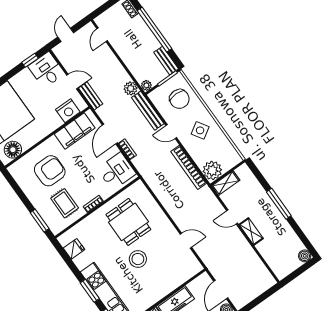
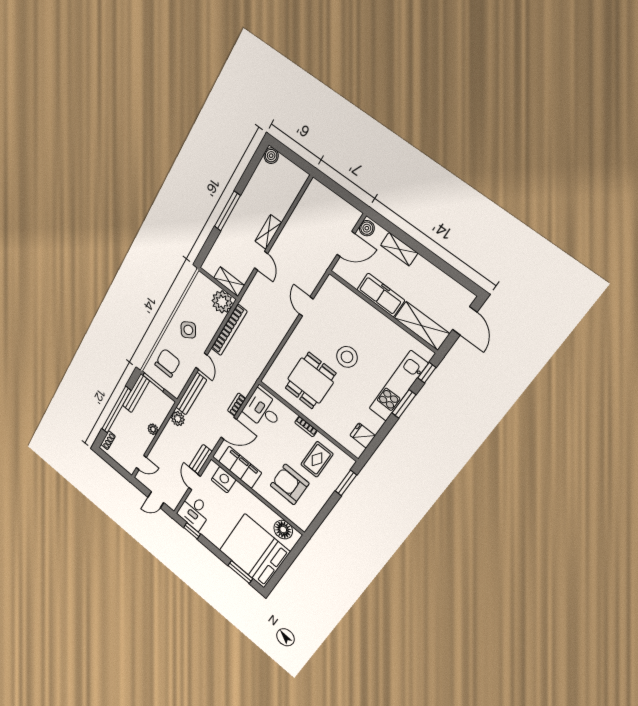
bench: (166, 61) -> (136, 393), width x1.36
plant: (146, 85) -> (153, 429), moved

